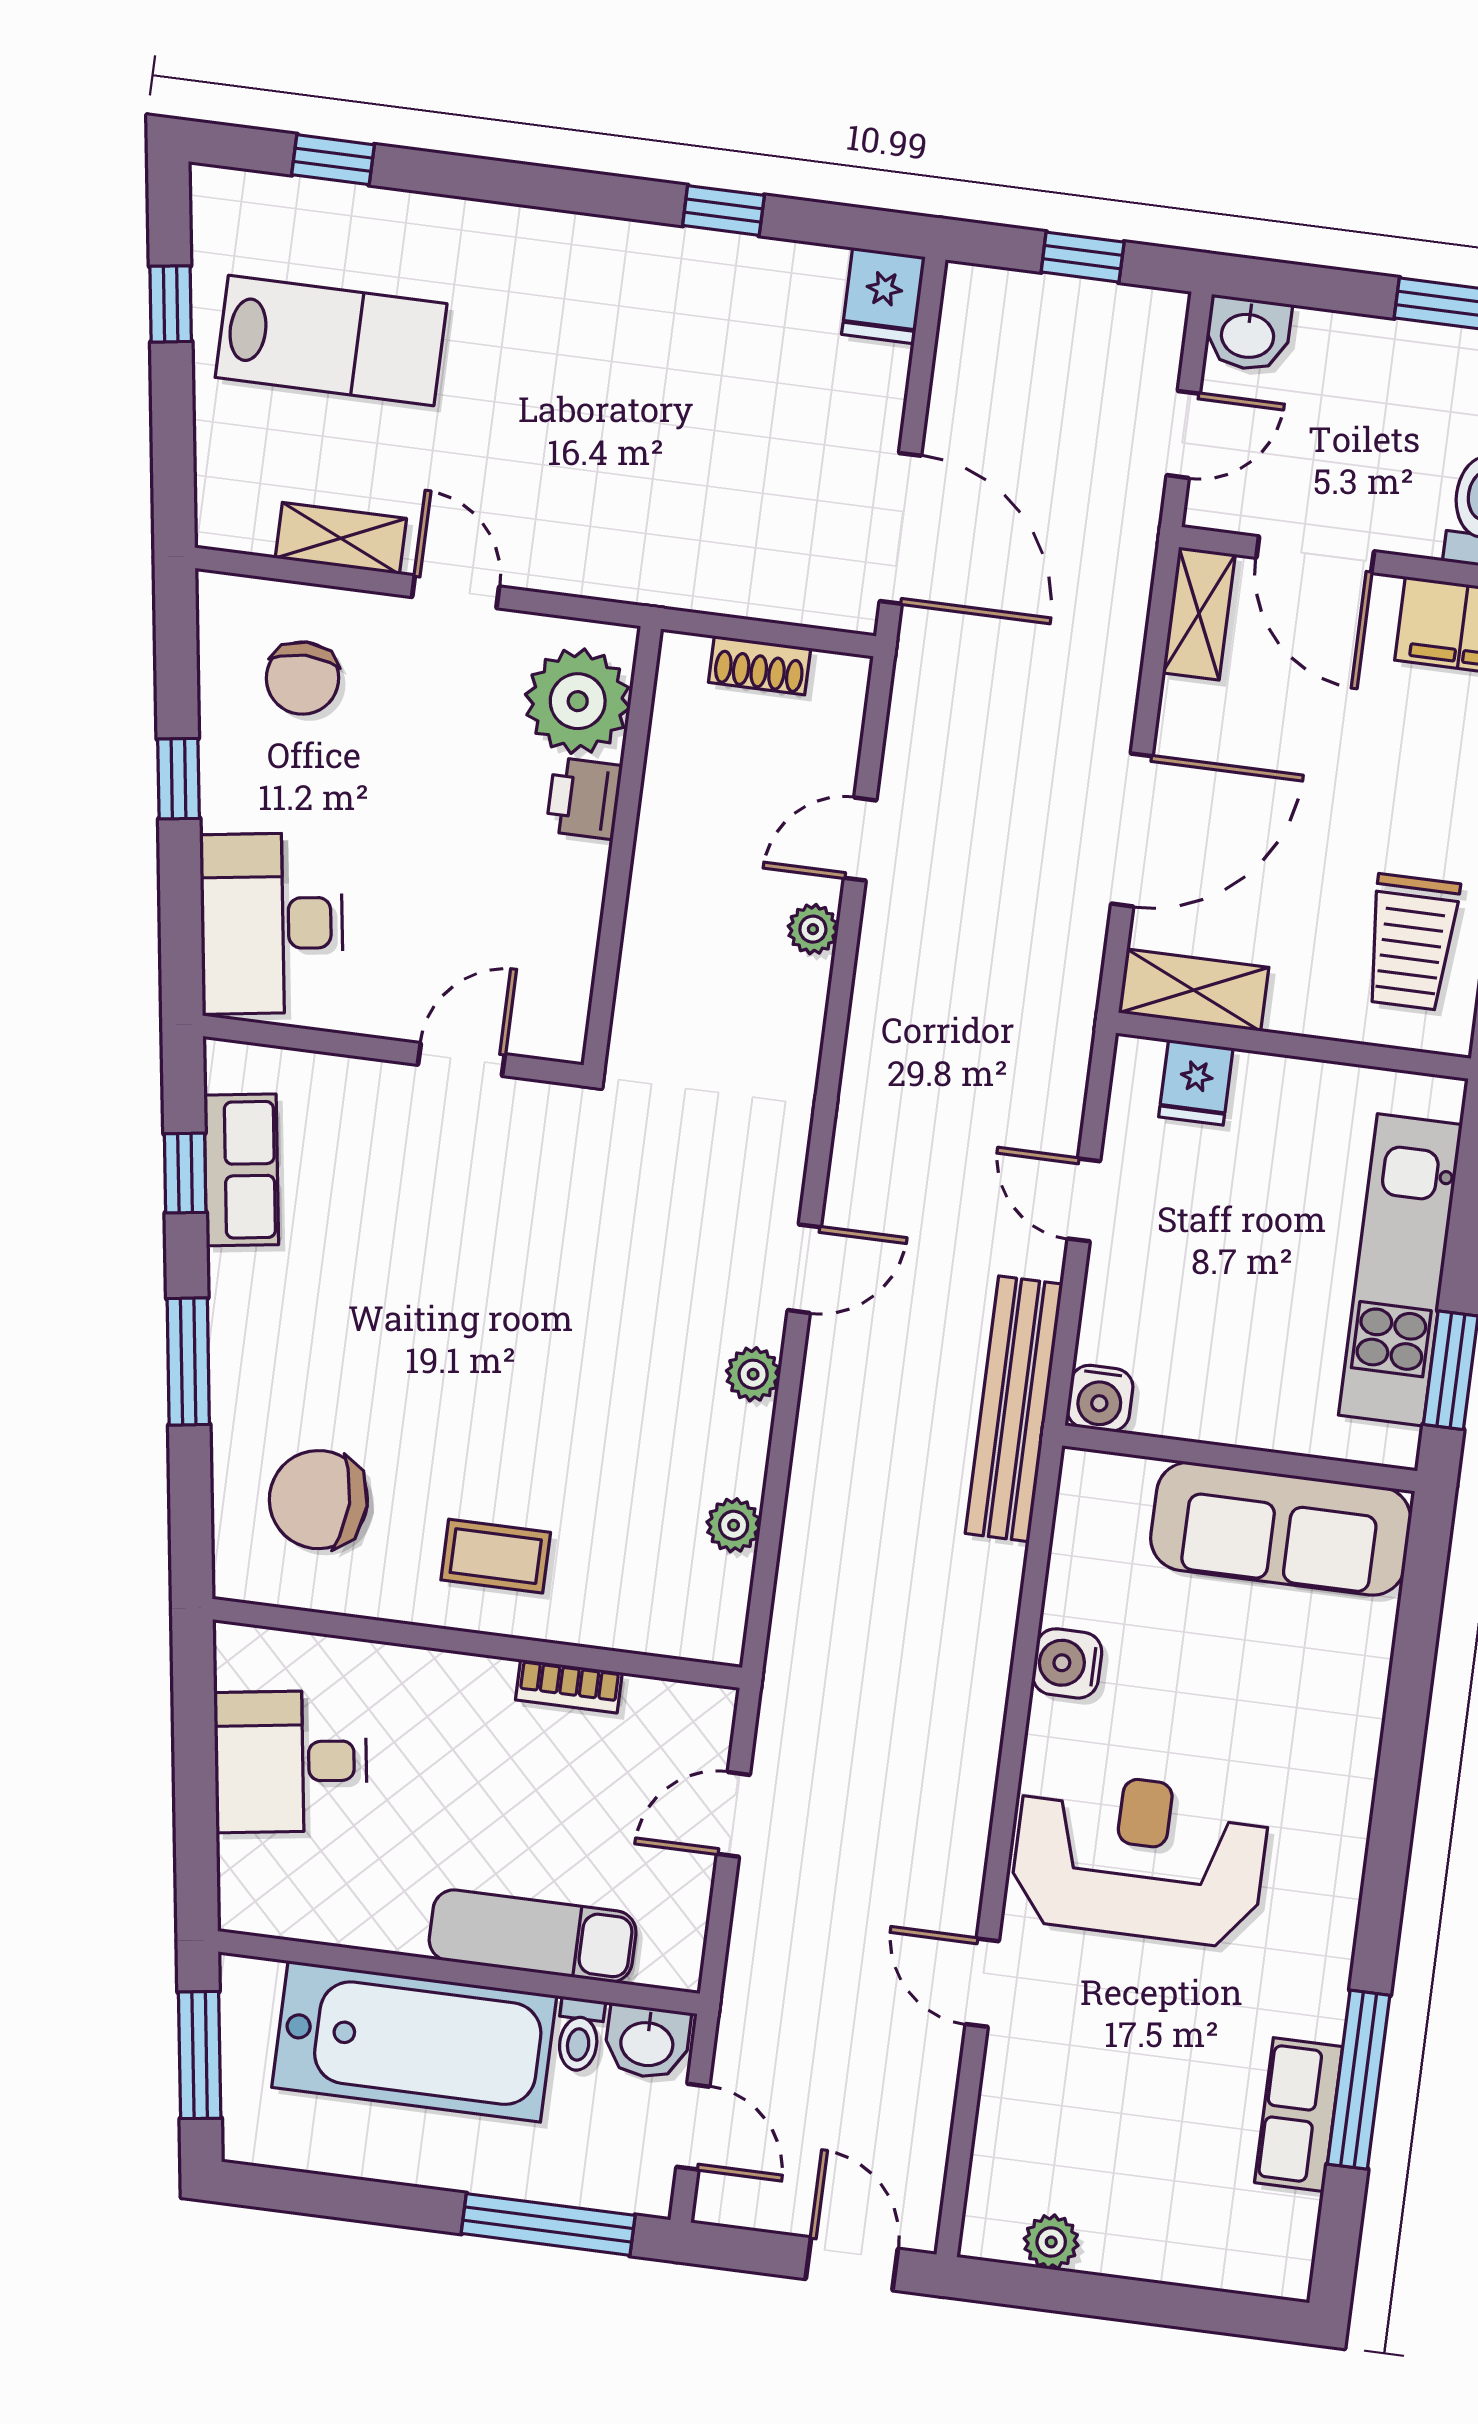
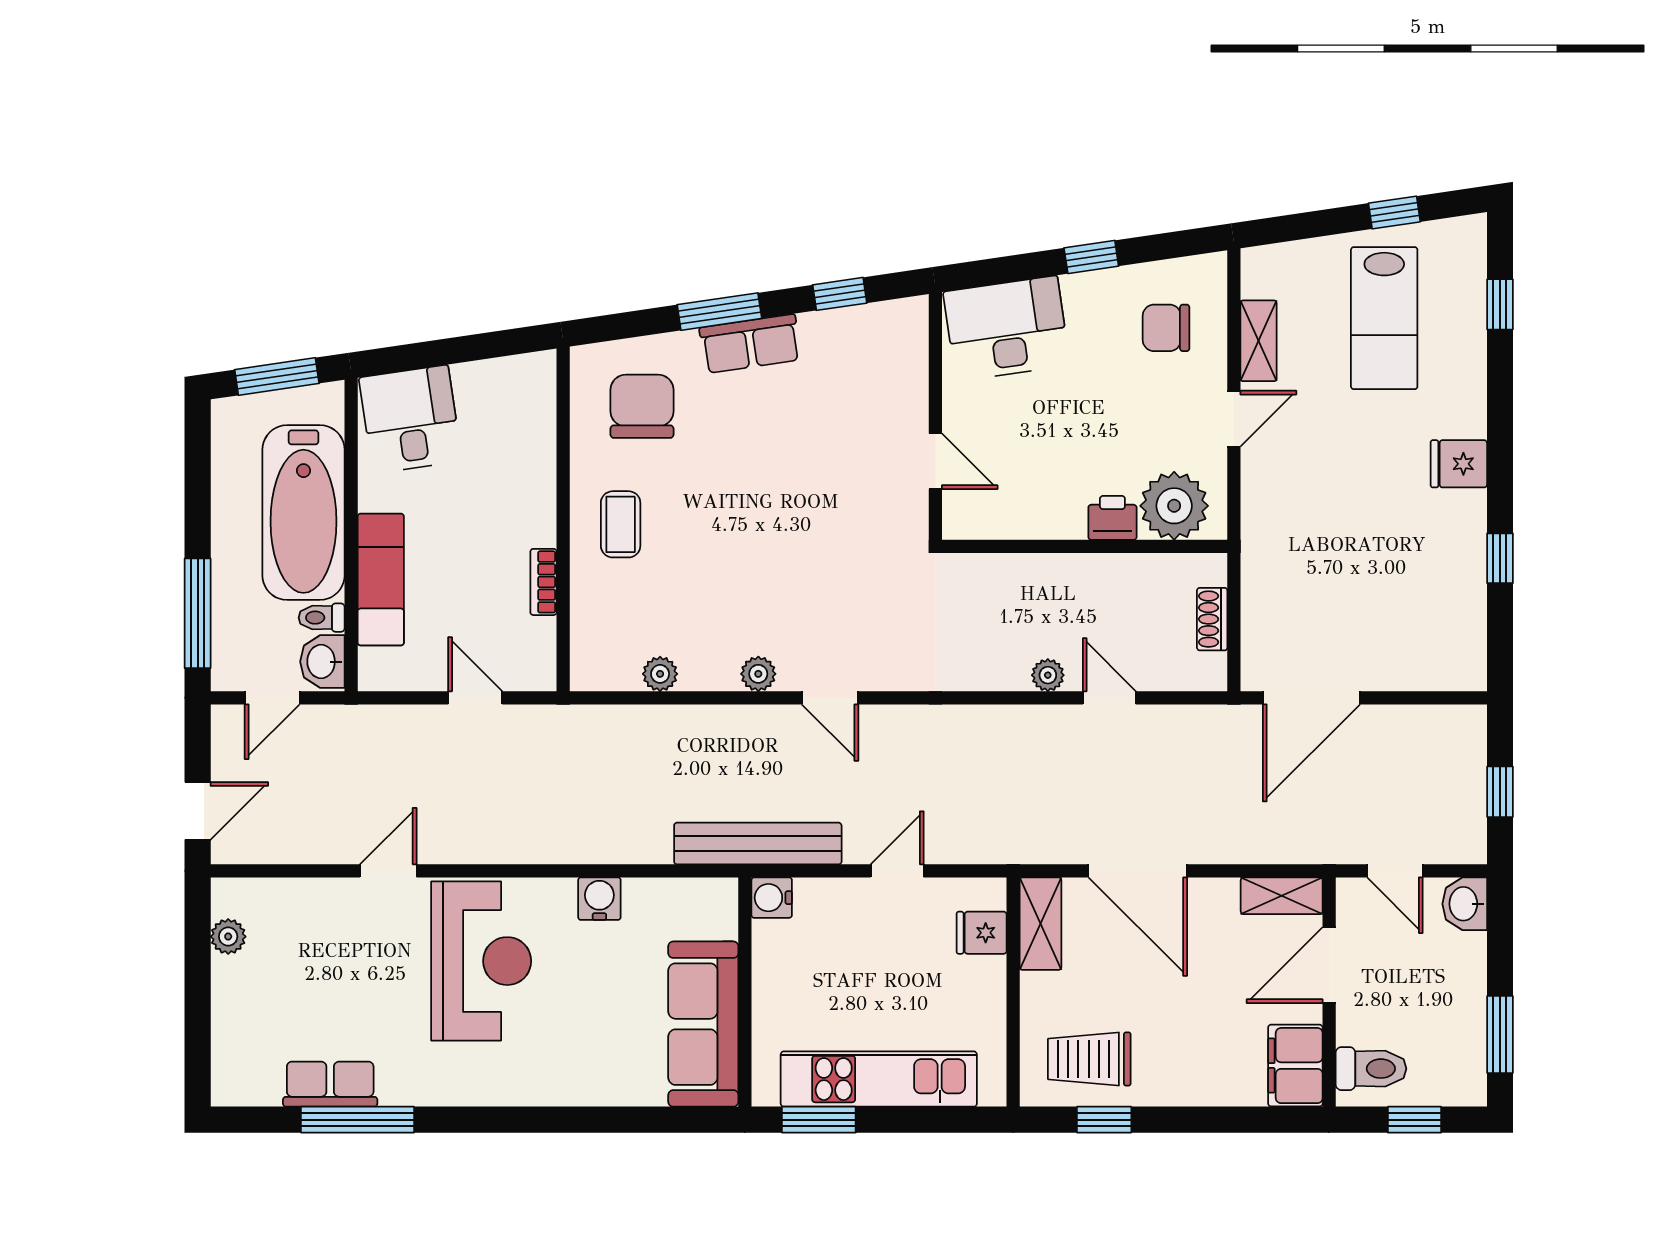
fridge: (883, 296) -> (1459, 464), moved
row of seats: (241, 1170) -> (750, 344), moved
desk: (291, 1762) -> (410, 419), moved

